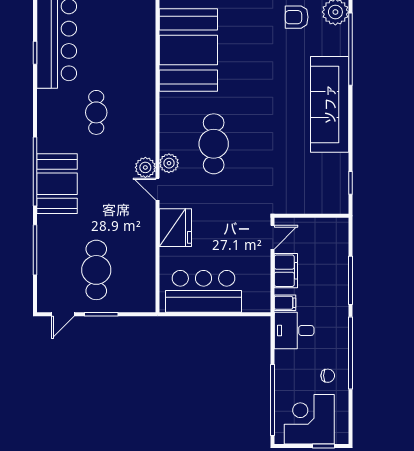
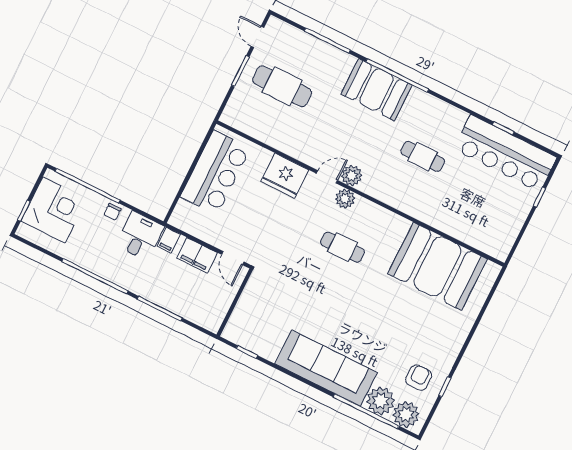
plant: (334, 41) -> (381, 401), added
cafe table: (214, 144) -> (342, 247), width x0.73, depth x0.74
chair: (328, 376) -> (112, 212), moved

